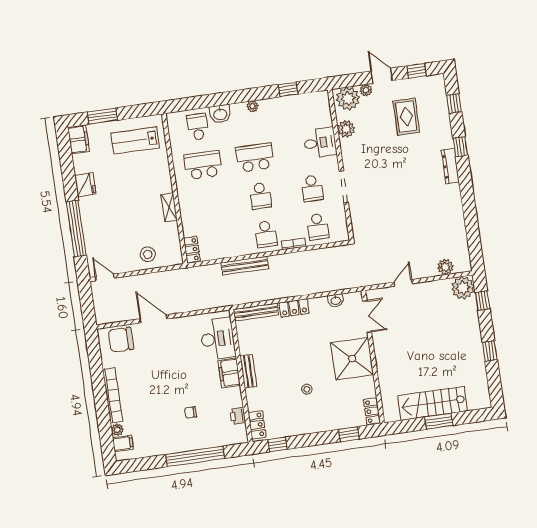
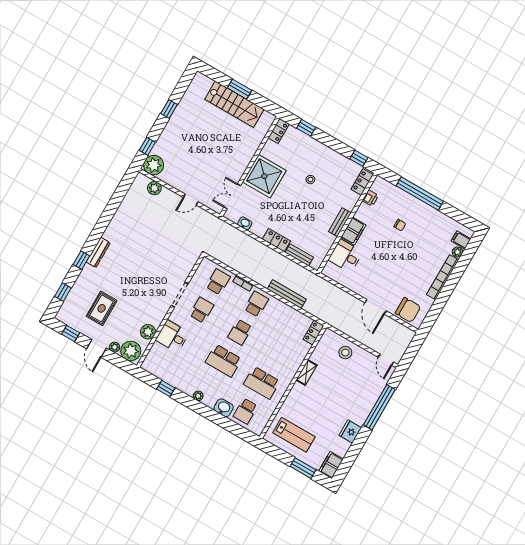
school desk: (260, 196) -> (240, 332), turned 180
bench: (256, 312) -> (299, 255), width x0.73
desk: (218, 339) -> (345, 256), width x0.73

